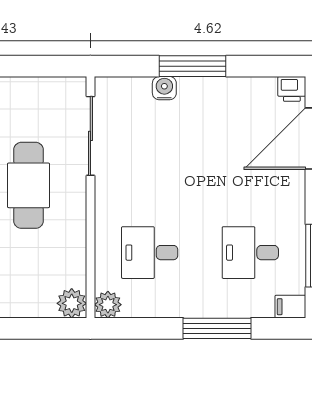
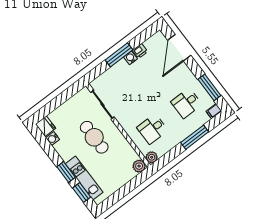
water cooler: (164, 88) -> (131, 58), moved
printer: (292, 89) -> (140, 51), moved

